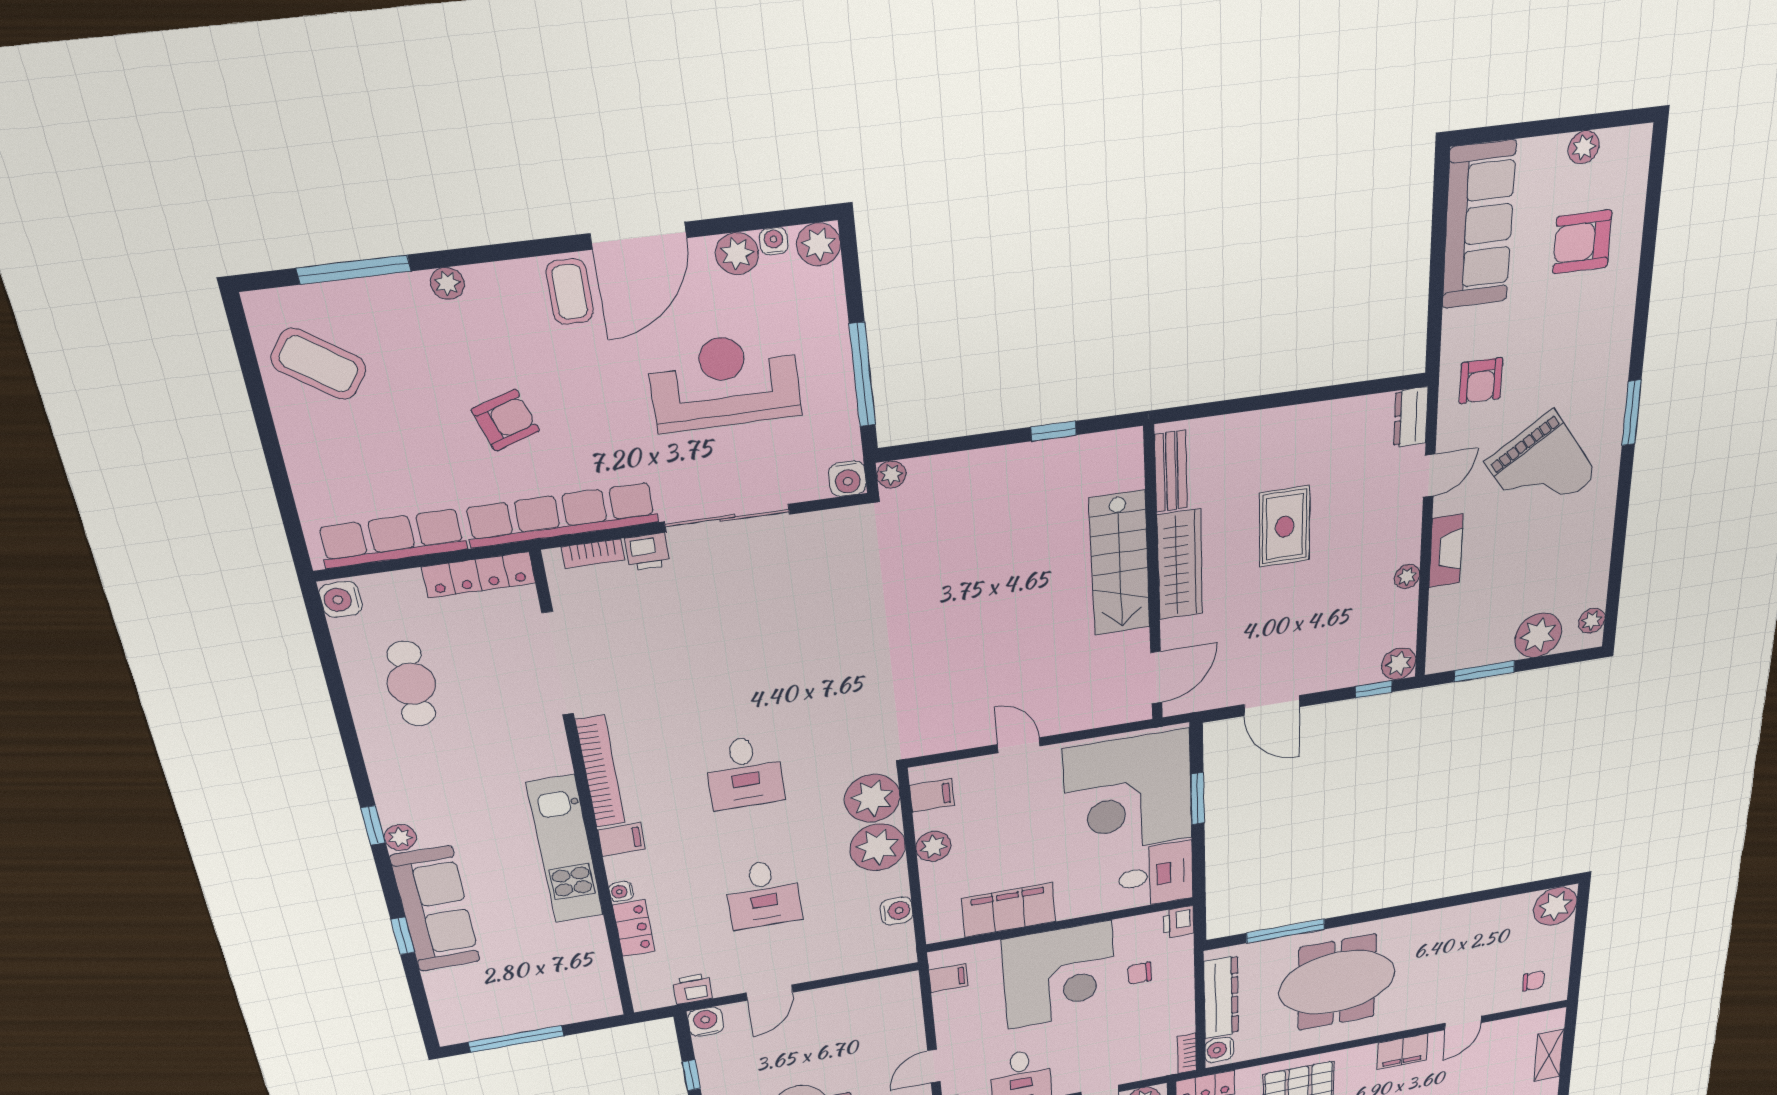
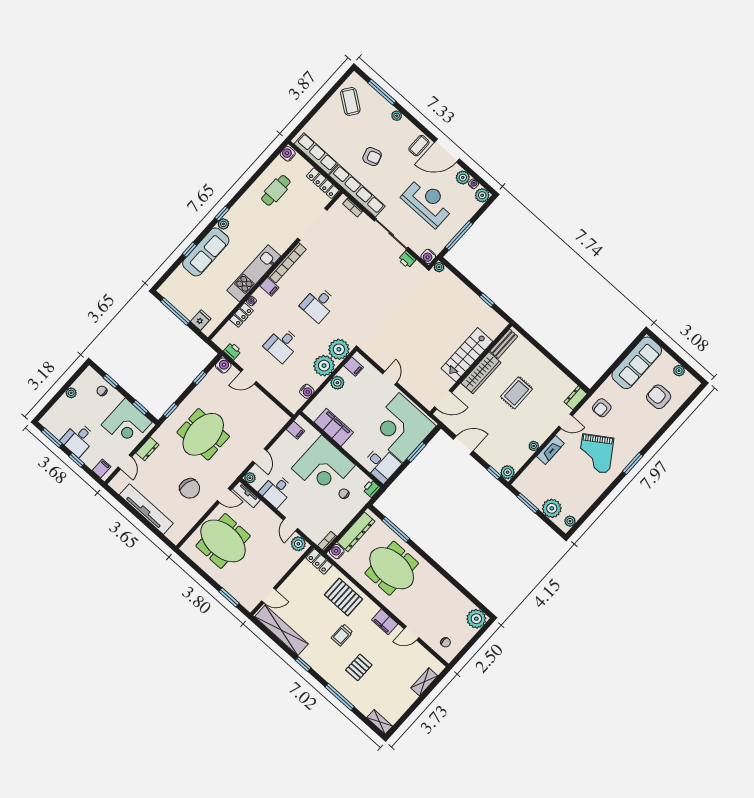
printer: (647, 552) -> (407, 259), moved
door: (1272, 706) -> (463, 445), swing flipped
fridge: (576, 1006) -> (201, 320), added
door: (934, 1066) -> (260, 456), swing flipped

